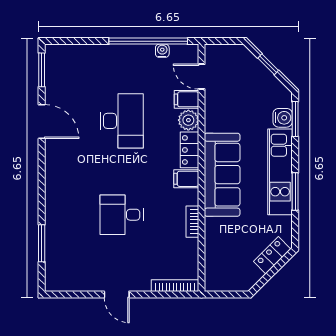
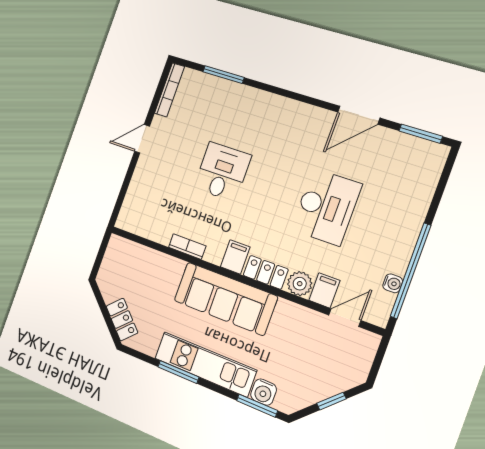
desk: (122, 121) -> (326, 207), turned -90
bookcase: (175, 286) -> (170, 90), moved

